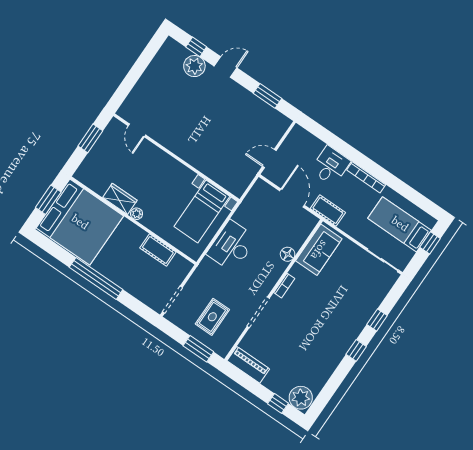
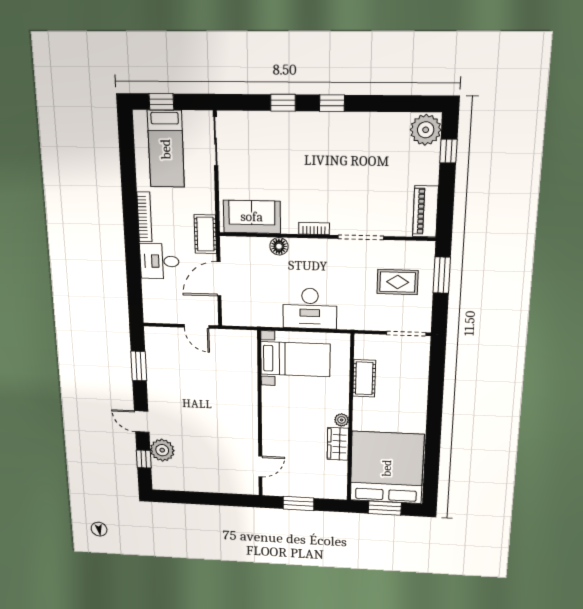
window: (96, 278) -> (434, 420), removed

